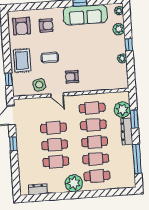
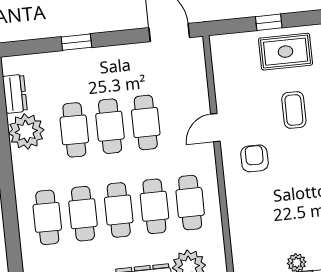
window: (9, 79) -> (269, 22), moved
side table: (39, 85) -> (236, 90), removed
window: (13, 144) -> (76, 42), moved
plant: (74, 183) -> (26, 131), moved

